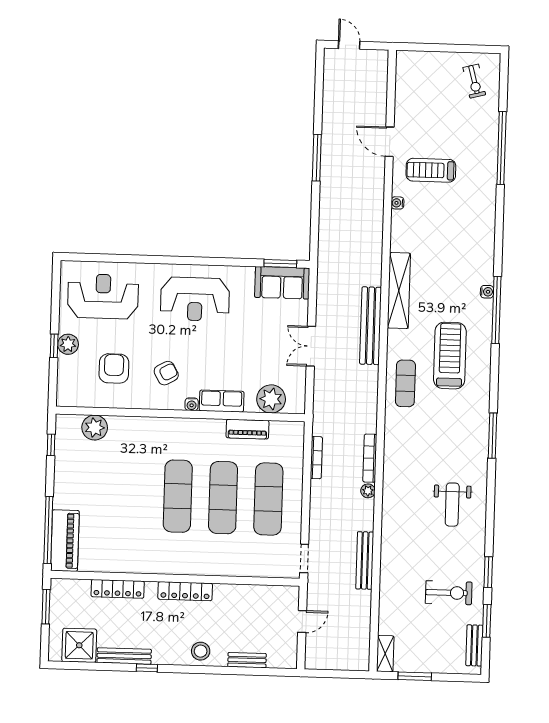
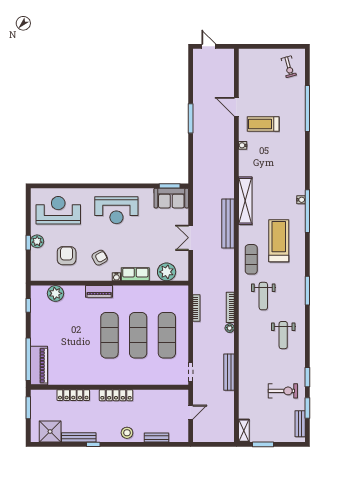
piano: (248, 429) -> (99, 291), moved
weight bench: (423, 442) -> (263, 296), added

